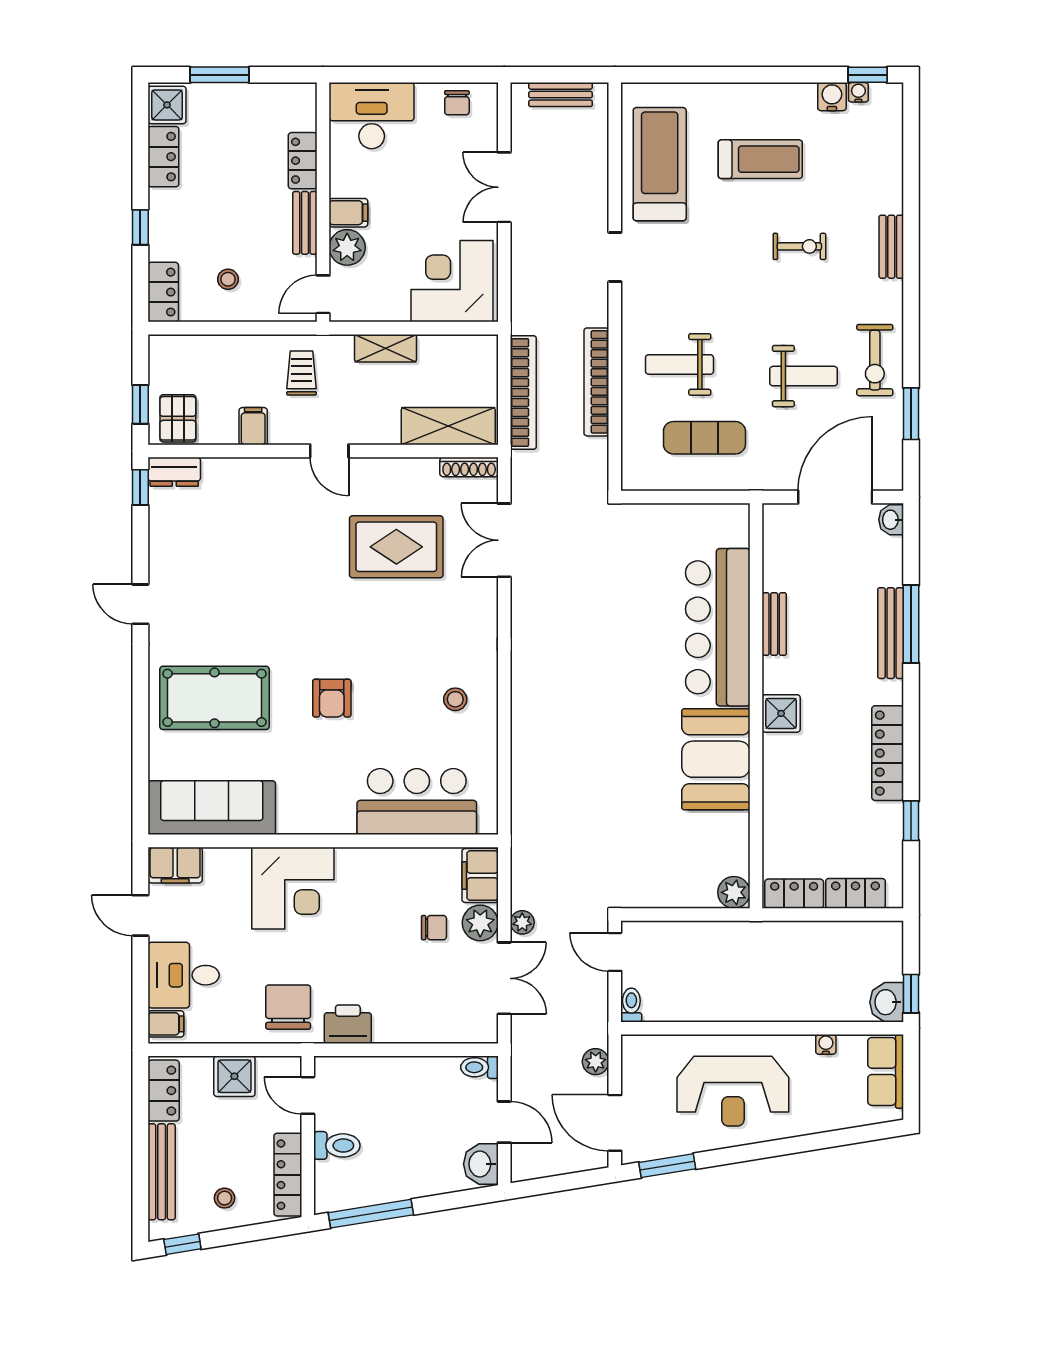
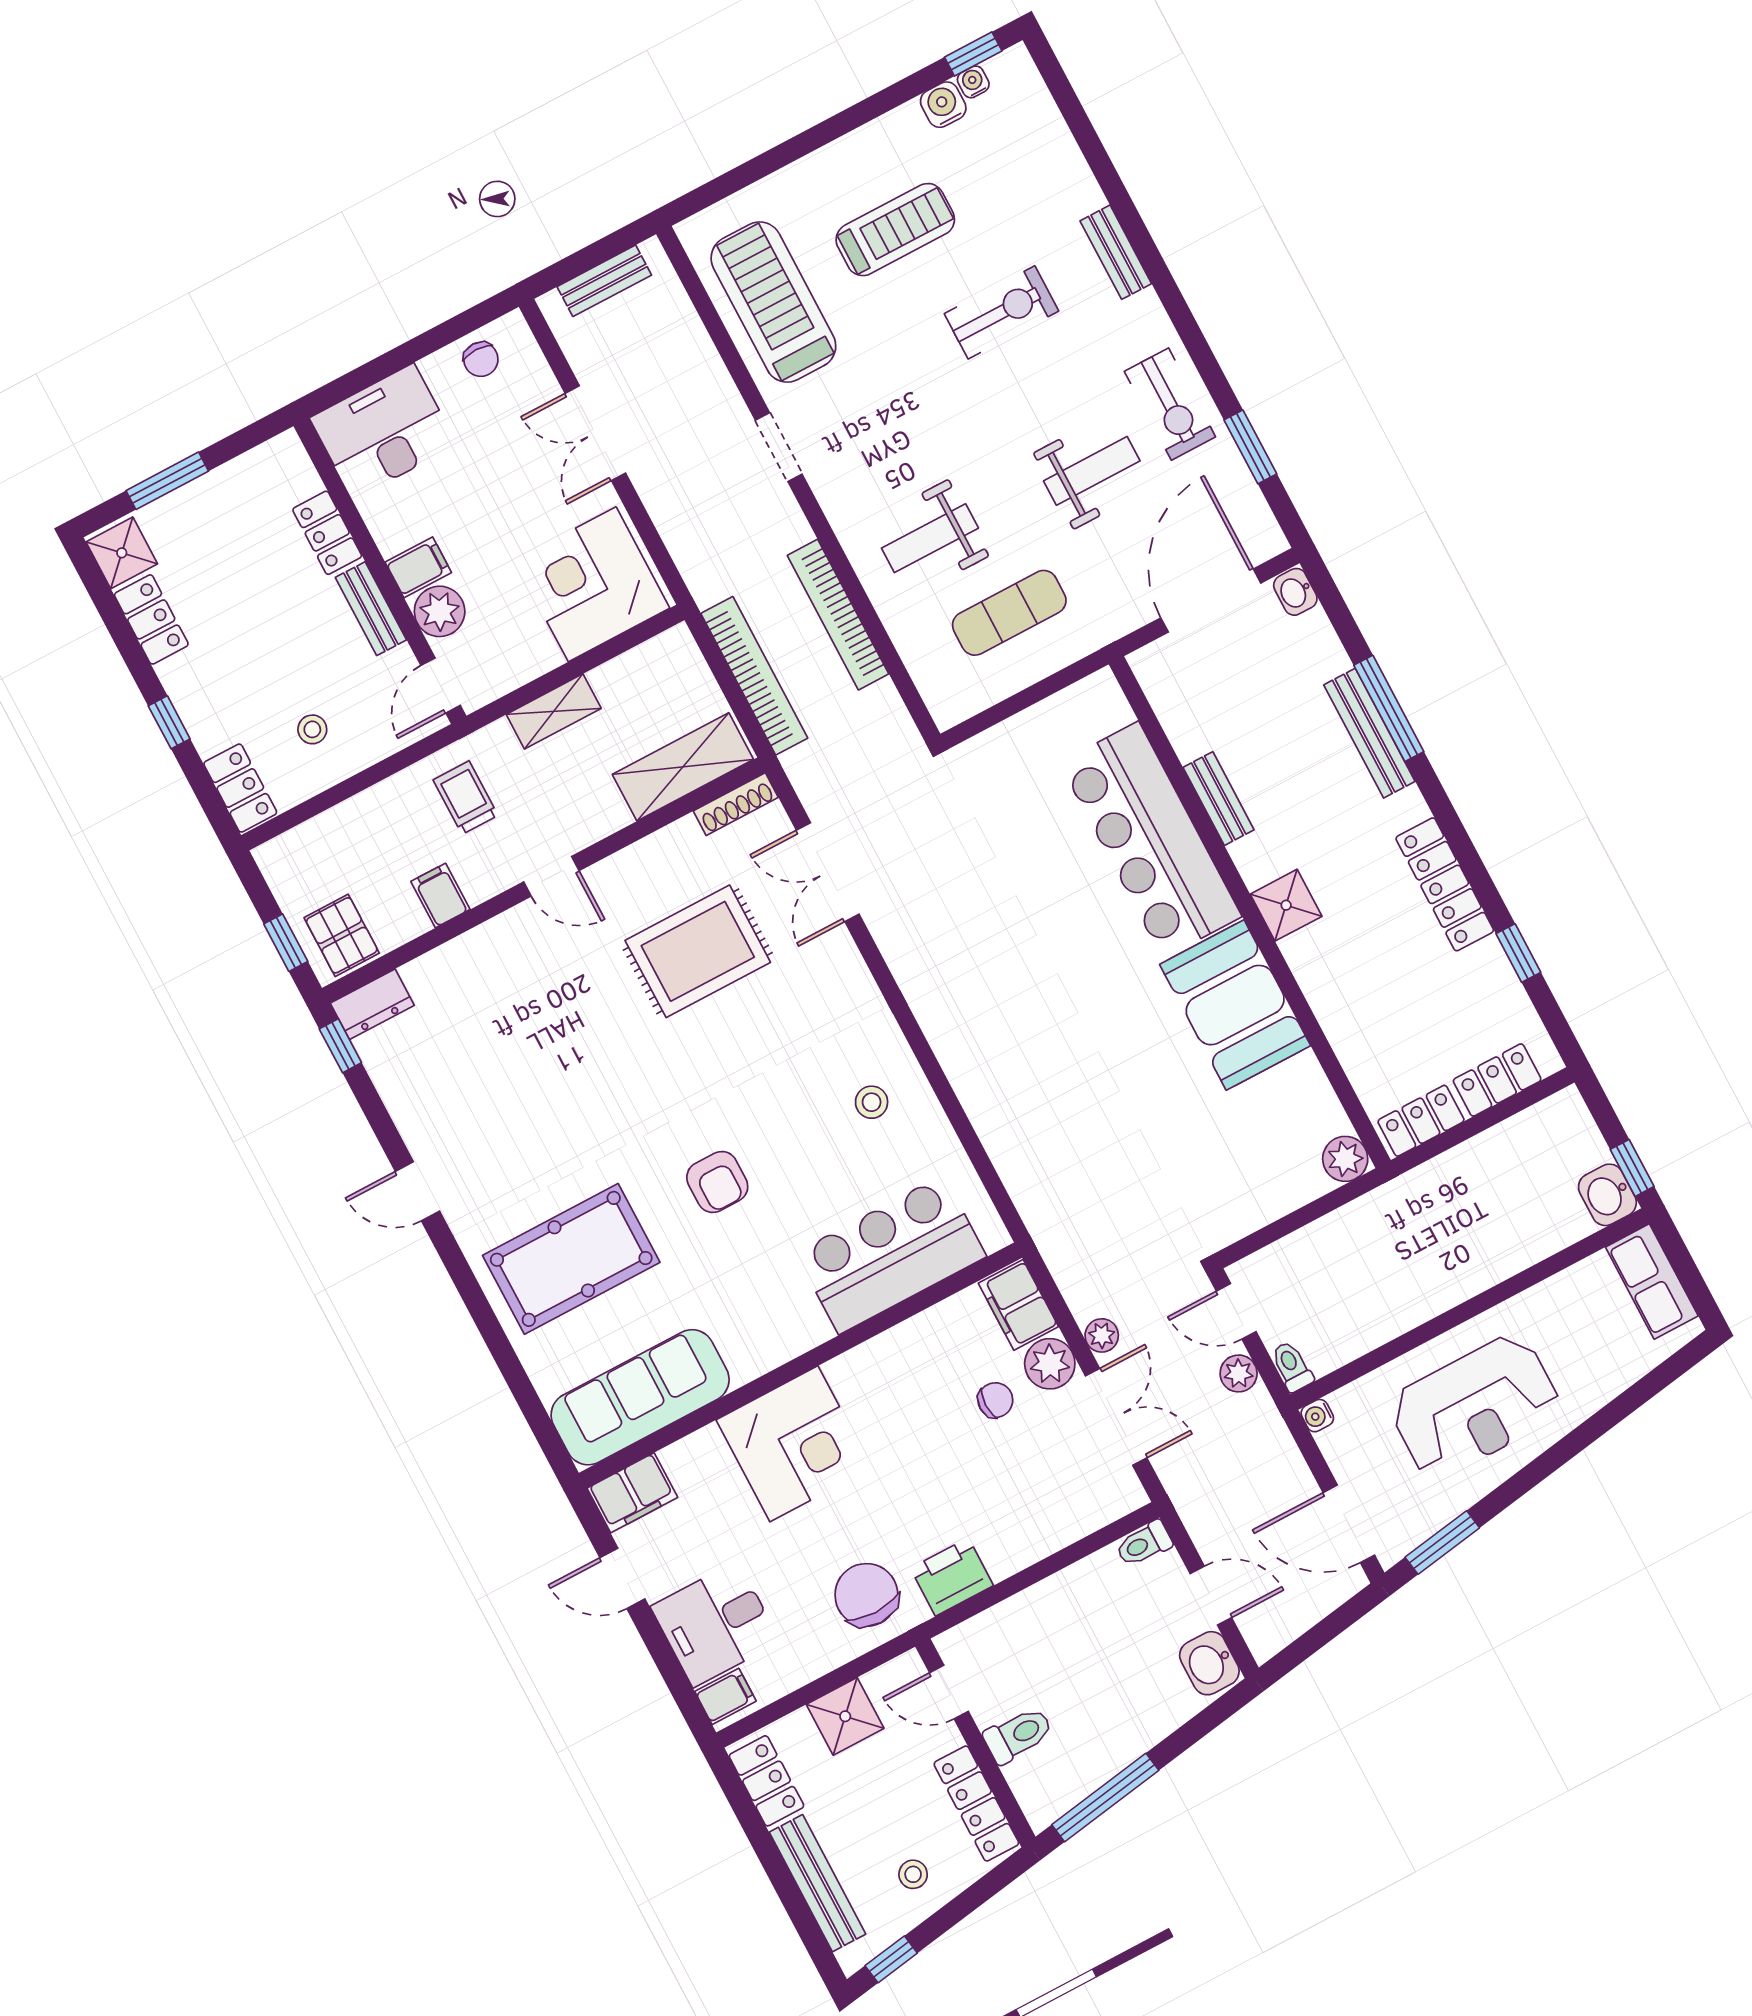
exercise bike: (799, 246) -> (1001, 312), width x1.38, depth x1.39
water cooler: (826, 1044) -> (1317, 1416), moved, turned -90
plant: (596, 1062) -> (1239, 1373), moved

